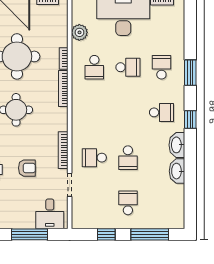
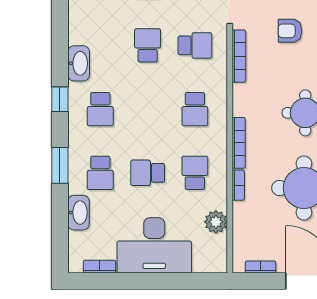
school desk: (94, 112) -> (195, 109), added
school desk: (161, 112) -> (100, 109), turned -90
washbasin: (177, 171) -> (78, 213), moved

